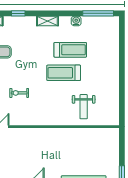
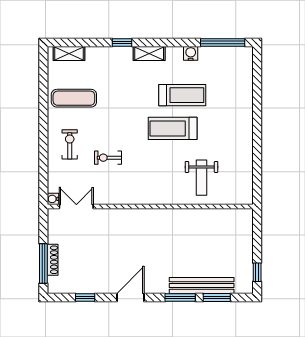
window: (18, 13) -> (122, 42), moved

